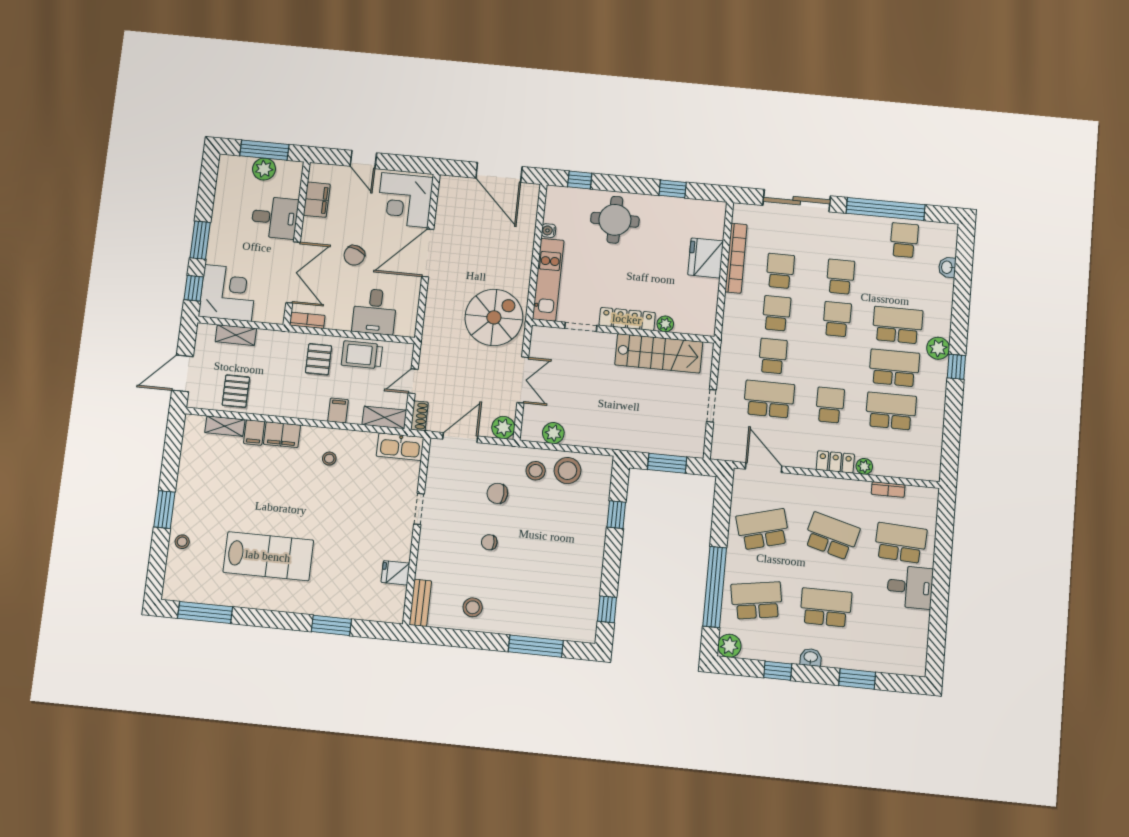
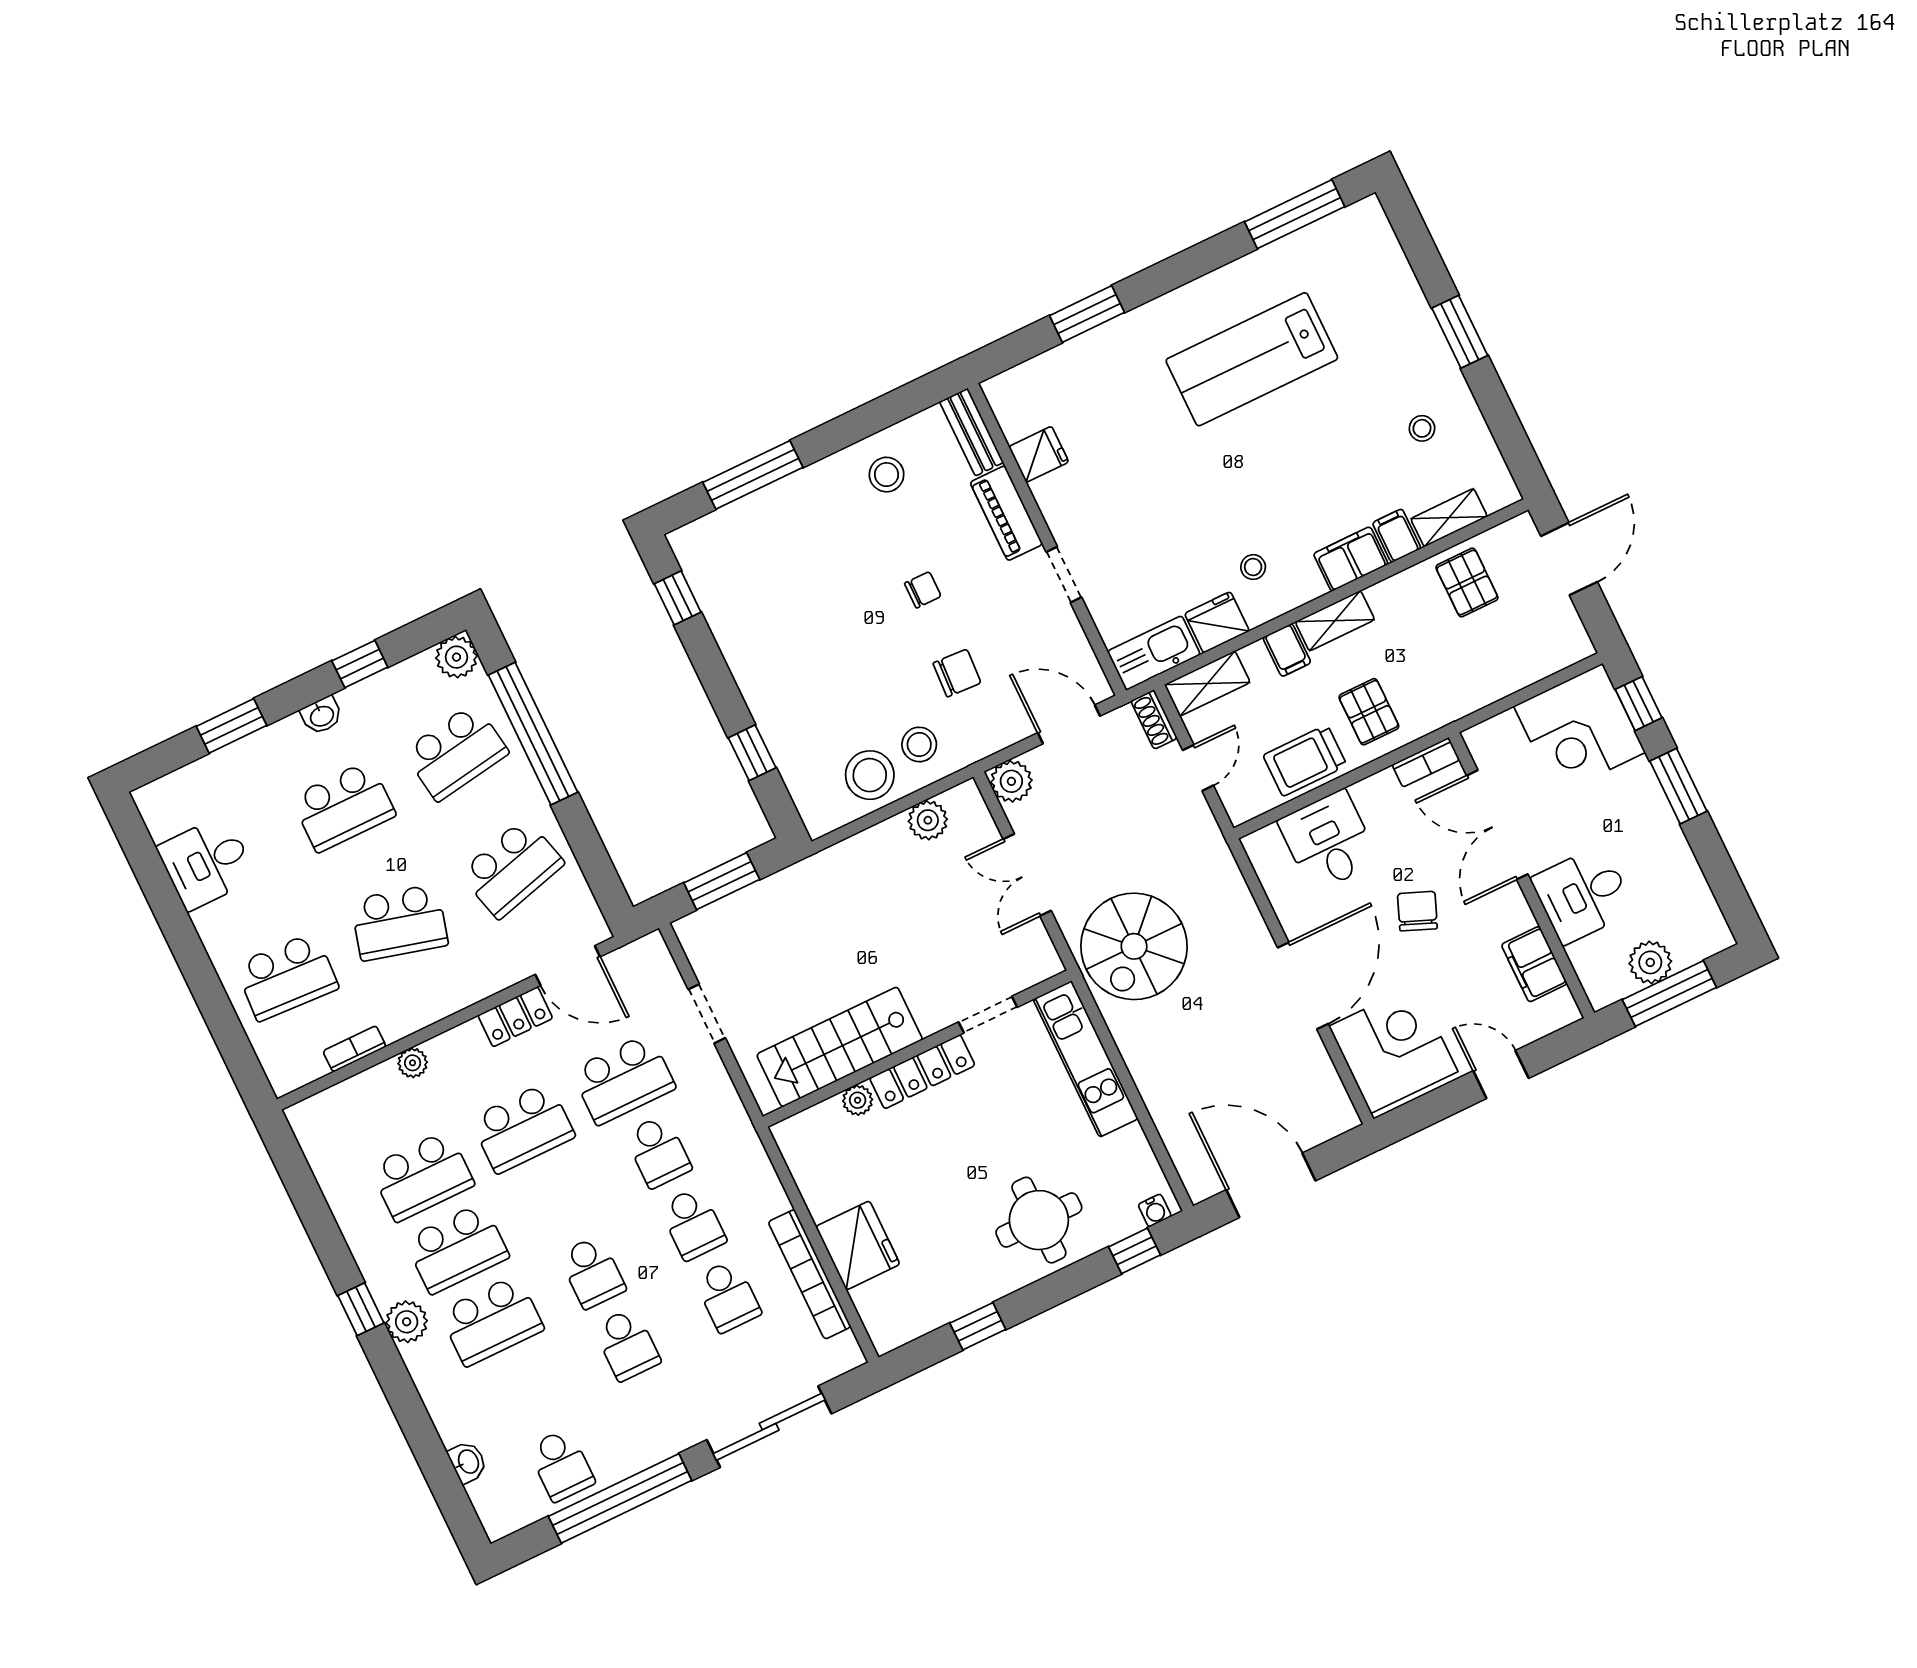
water cooler: (549, 231) -> (1155, 1210), moved, turned 90
shelving: (236, 335) -> (1335, 621), moved
trolley: (362, 355) -> (1305, 760), turned 180
school desk: (830, 405) -> (523, 1128), width x1.85
door: (460, 438) -> (1069, 724), swing flipped
fridge: (362, 443) -> (1217, 622), added
locker: (835, 462) -> (515, 1017), moved
stool: (182, 542) -> (1422, 428), moved
piano: (428, 554) -> (1006, 513), added
desk: (910, 587) -> (207, 863), moved

